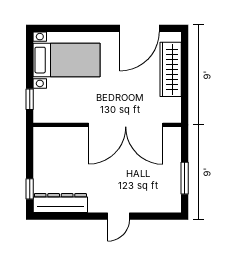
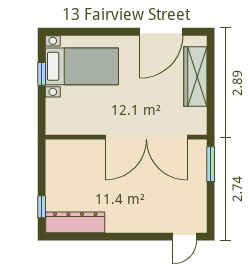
window: (30, 99) -> (42, 74), moved
window: (185, 178) -> (211, 164), moved
door: (119, 216) -> (185, 237), moved

